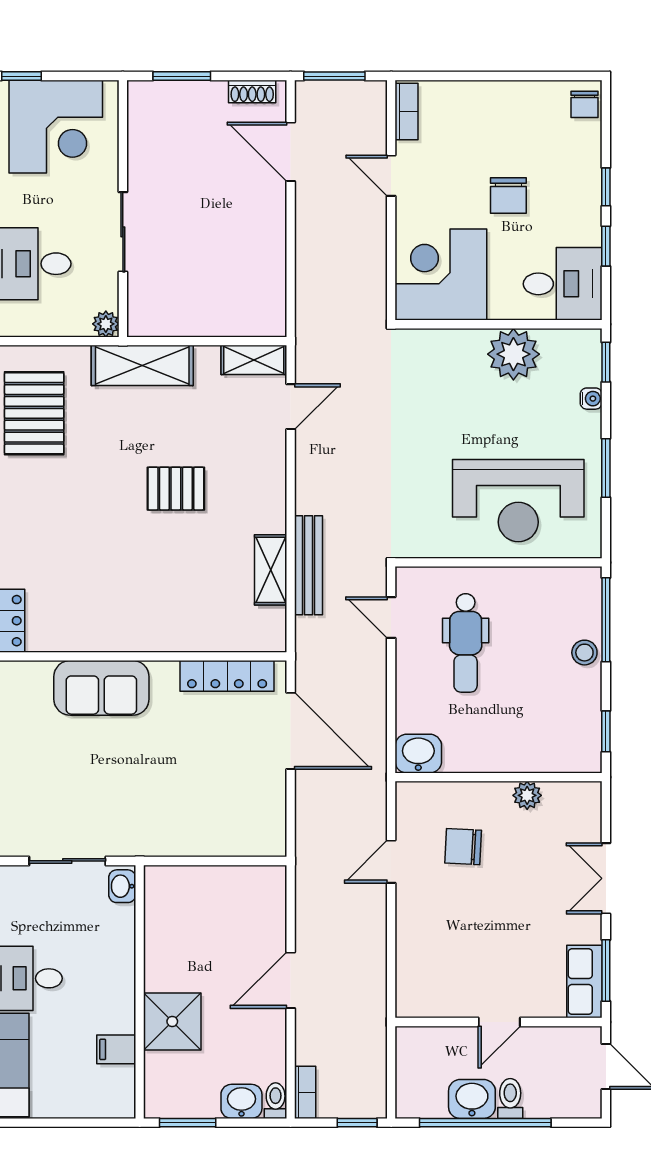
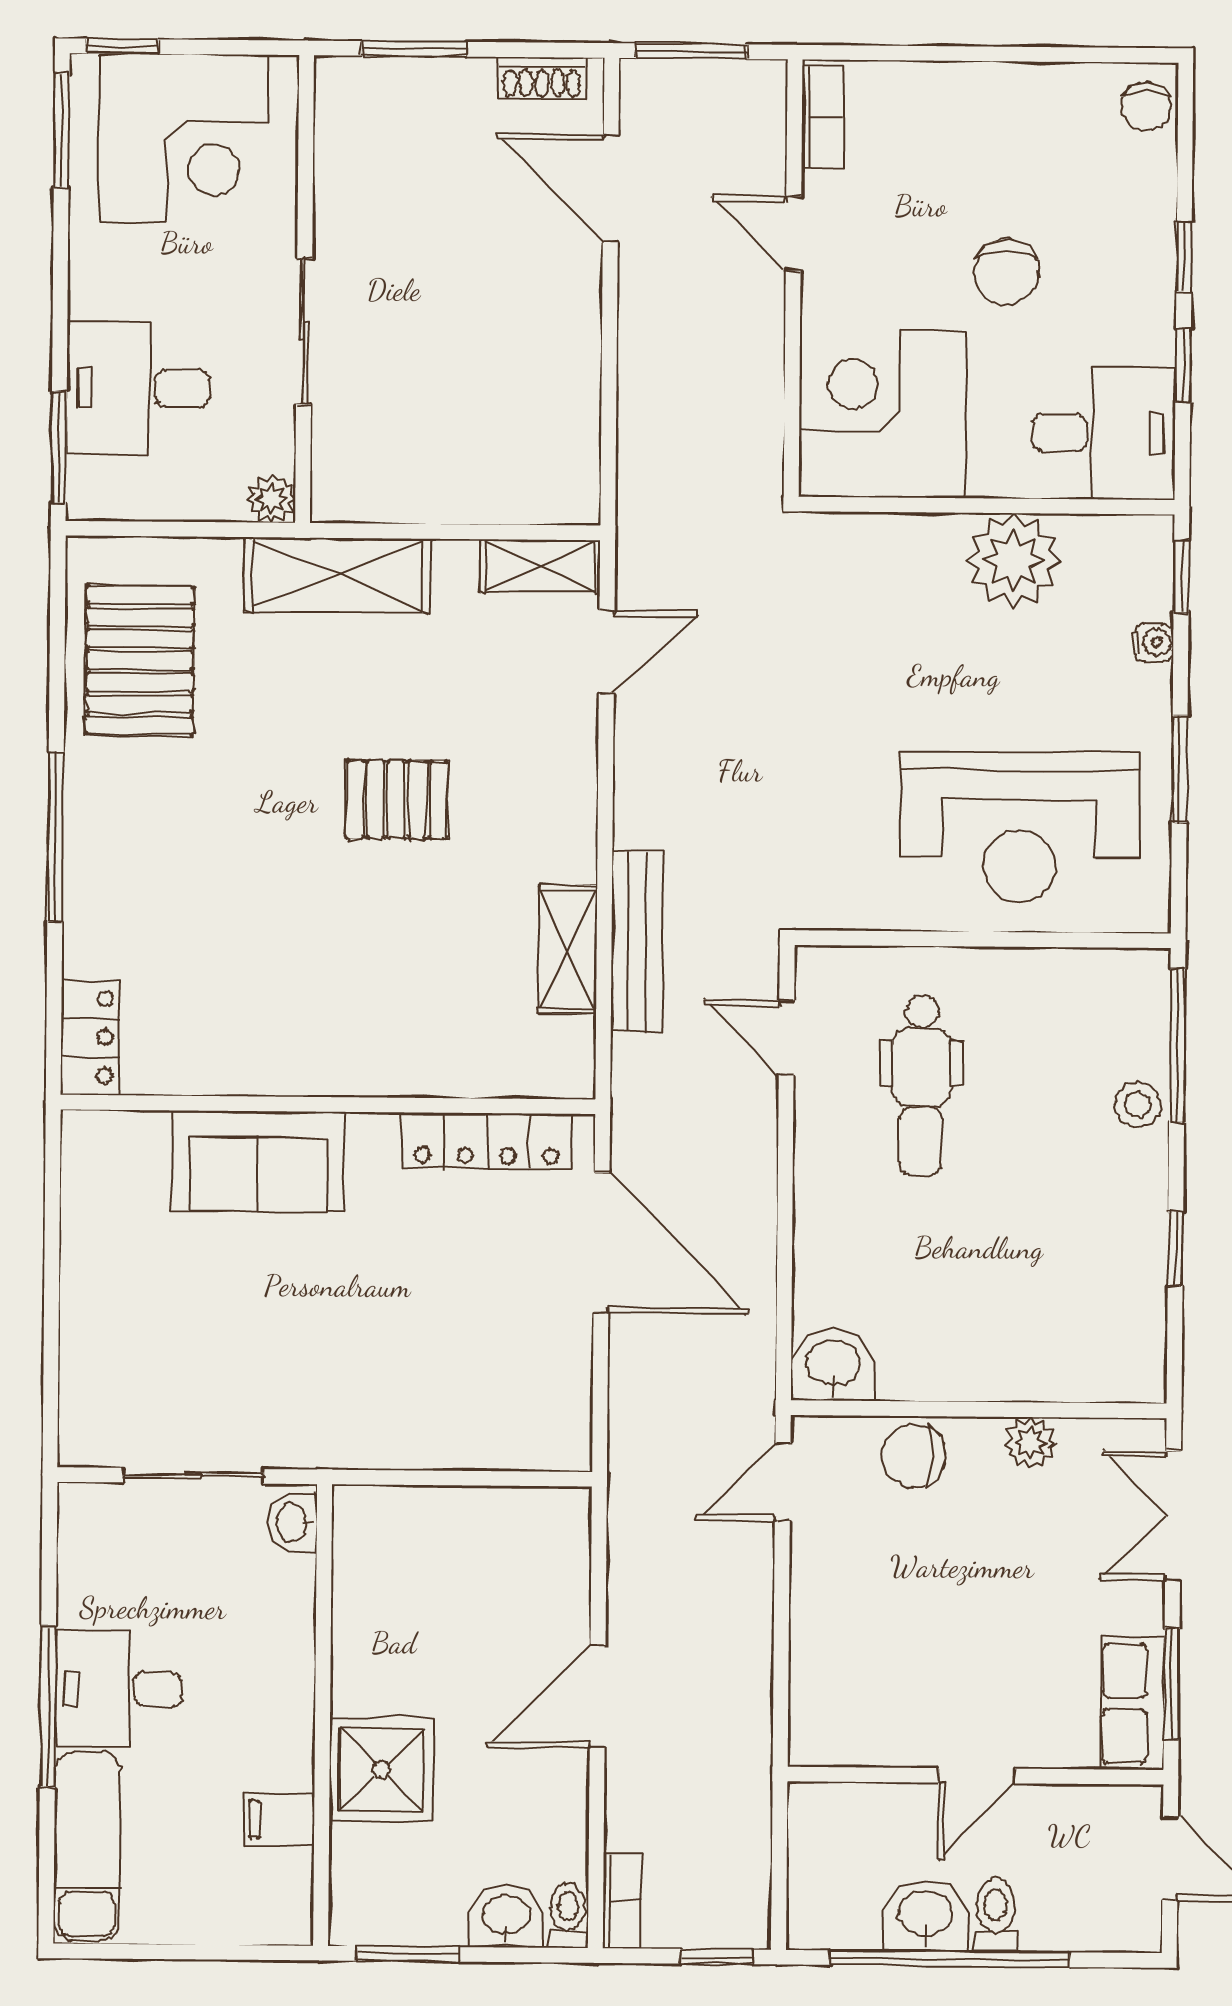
washbasin: (418, 754) -> (833, 1365), moved
wall: (499, 777) -> (979, 1409), moved
plant: (527, 795) -> (1030, 1443), moved

